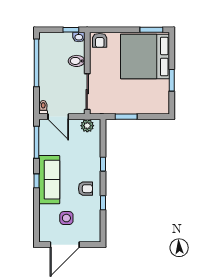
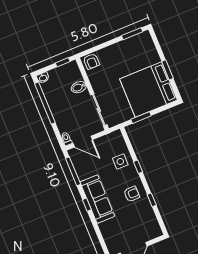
washbasin: (79, 37) -> (43, 78), moved
bed: (145, 56) -> (149, 89), moved
plant: (87, 126) -> (111, 139), removed
side table: (66, 218) -> (120, 162), moved

